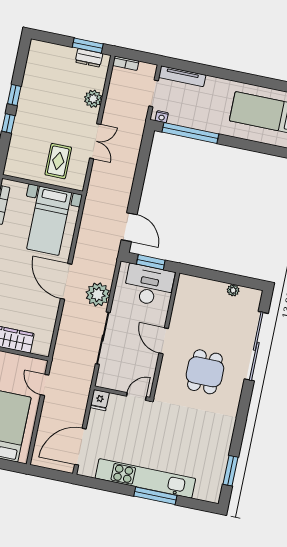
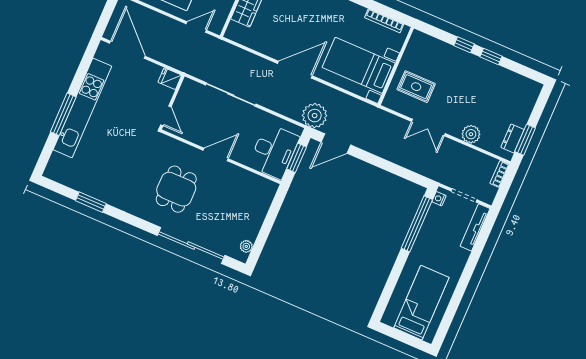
plant: (233, 290) -> (246, 246), moved
plant: (98, 294) -> (315, 116), moved
dining table: (205, 372) -> (176, 189), turned 90
window: (230, 471) -> (91, 202), moved

